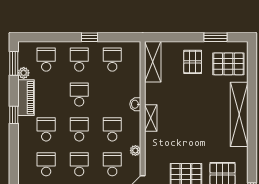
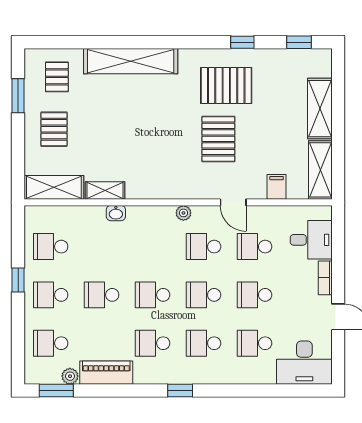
pallet: (193, 62) -> (54, 129), turned 90
pallet: (228, 64) -> (57, 77), width x0.67, depth x0.71
window: (14, 115) -> (180, 391), moved
shelving: (151, 118) -> (105, 190), moved
school desk: (112, 129) -> (153, 247), removed

